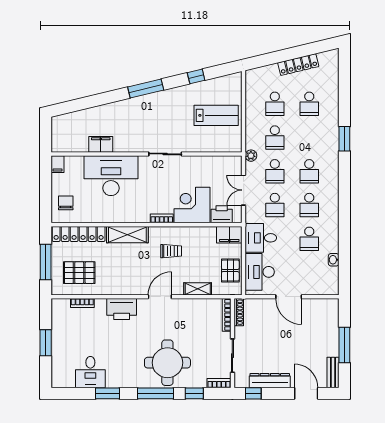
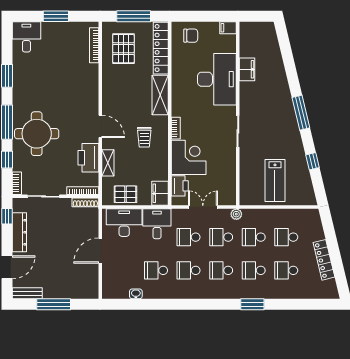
school desk: (309, 138) -> (254, 270), added
bookcase: (82, 303) -> (94, 45), width x1.56
printer: (122, 309) -> (88, 158), moved
desk: (90, 372) -> (26, 37), moved, turned 90

